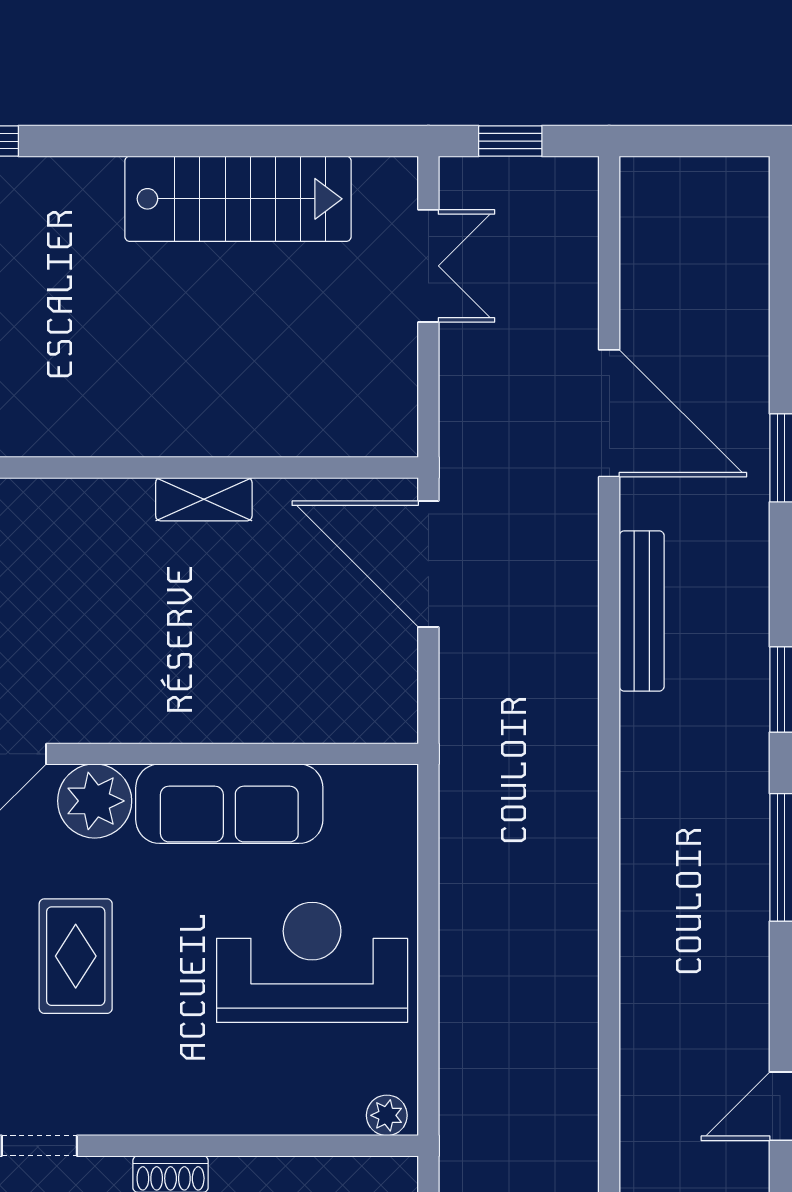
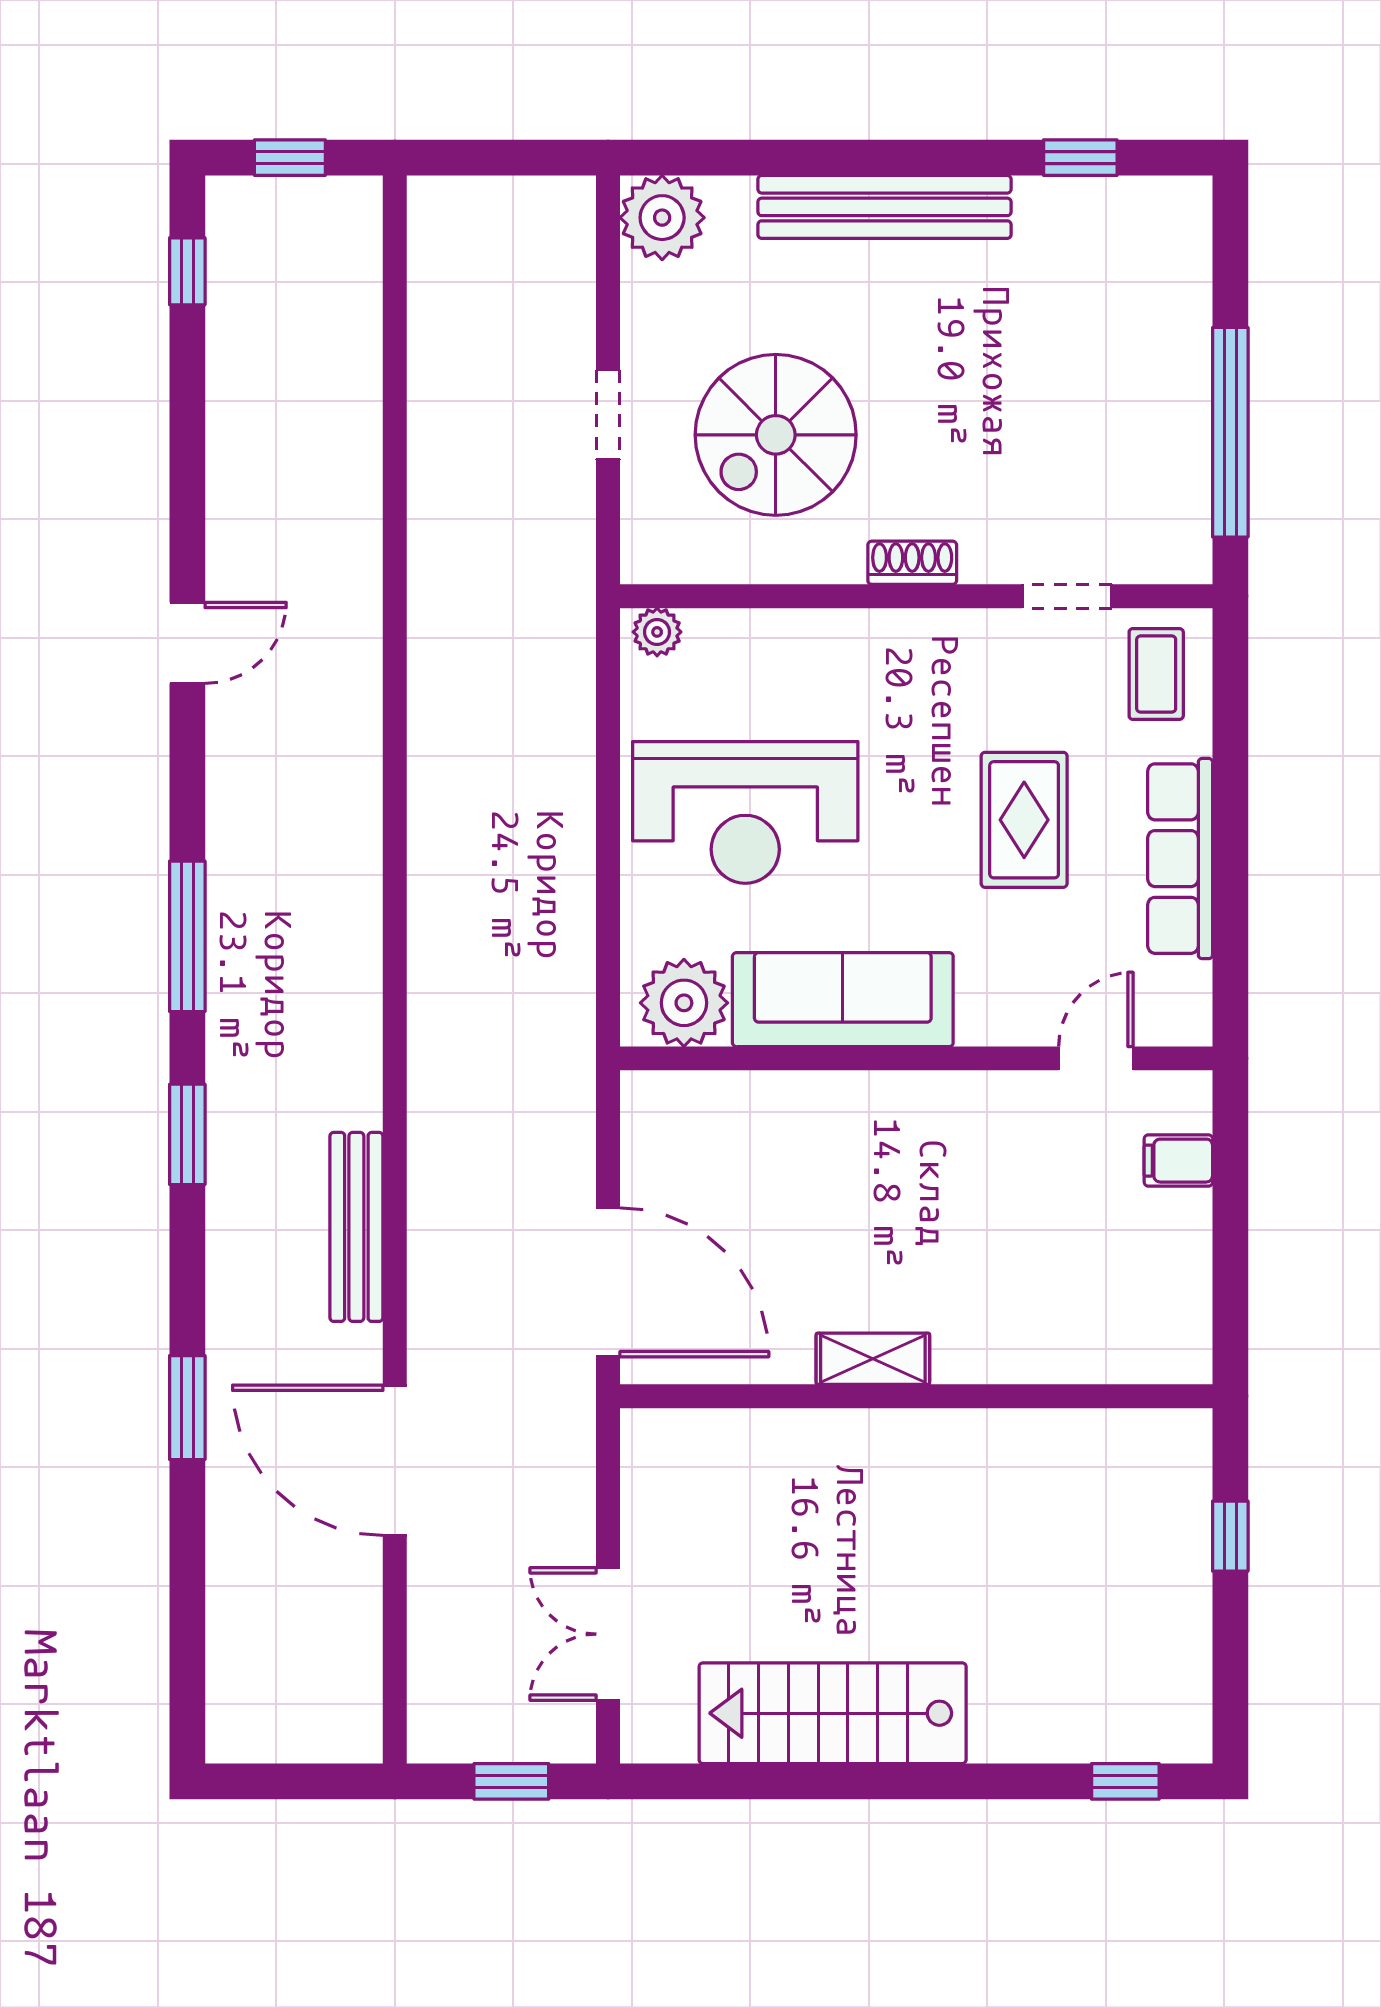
plant: (95, 801) -> (684, 1003), moved

